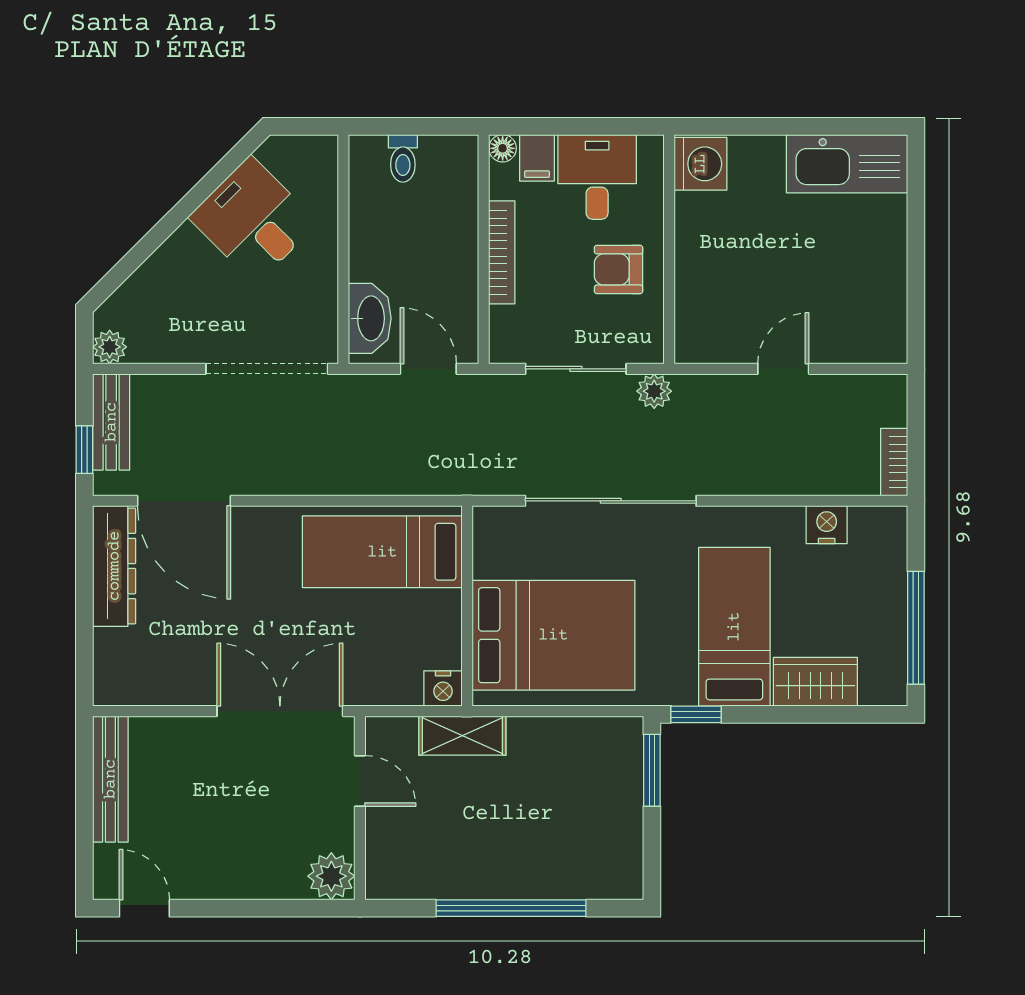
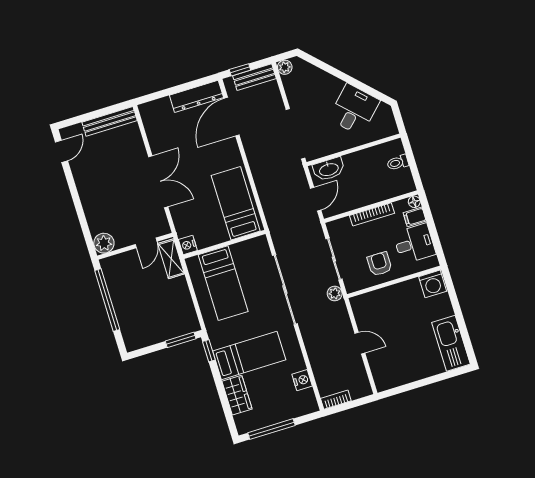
bed: (553, 635) -> (223, 283), width x0.67
door: (360, 781) -> (146, 243), moved
wall: (360, 808) -> (135, 246), moved
plant: (331, 876) -> (104, 243), moved

